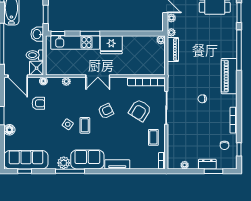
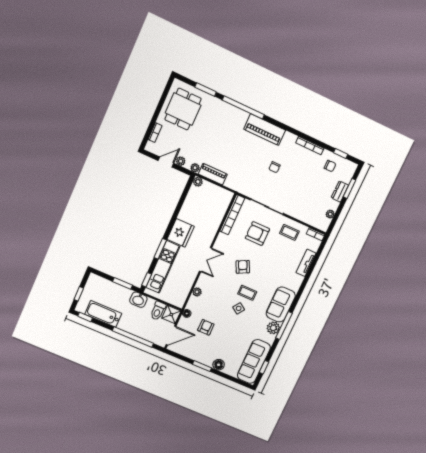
armchair: (140, 110) -> (257, 234), turned 148
tv unit: (117, 164) -> (306, 263), moved

